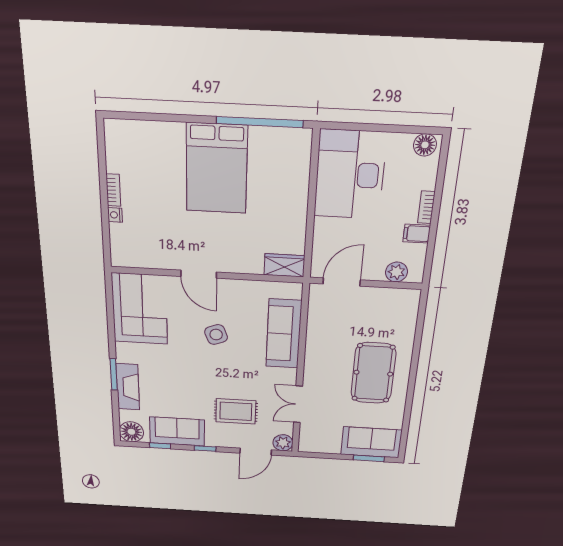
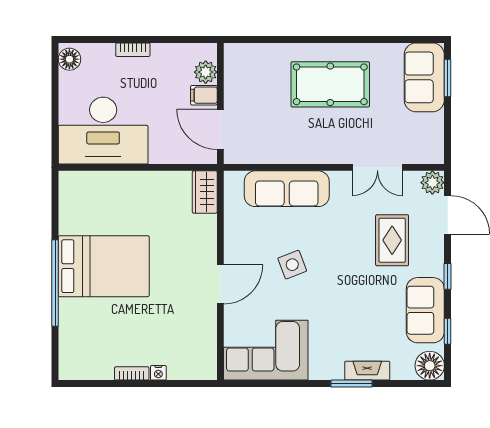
window: (260, 122) -> (55, 283), moved
filing cabinet: (417, 234) -> (204, 95), moved, turned 90
fireplace: (128, 387) -> (367, 371), width x0.73, depth x0.76

